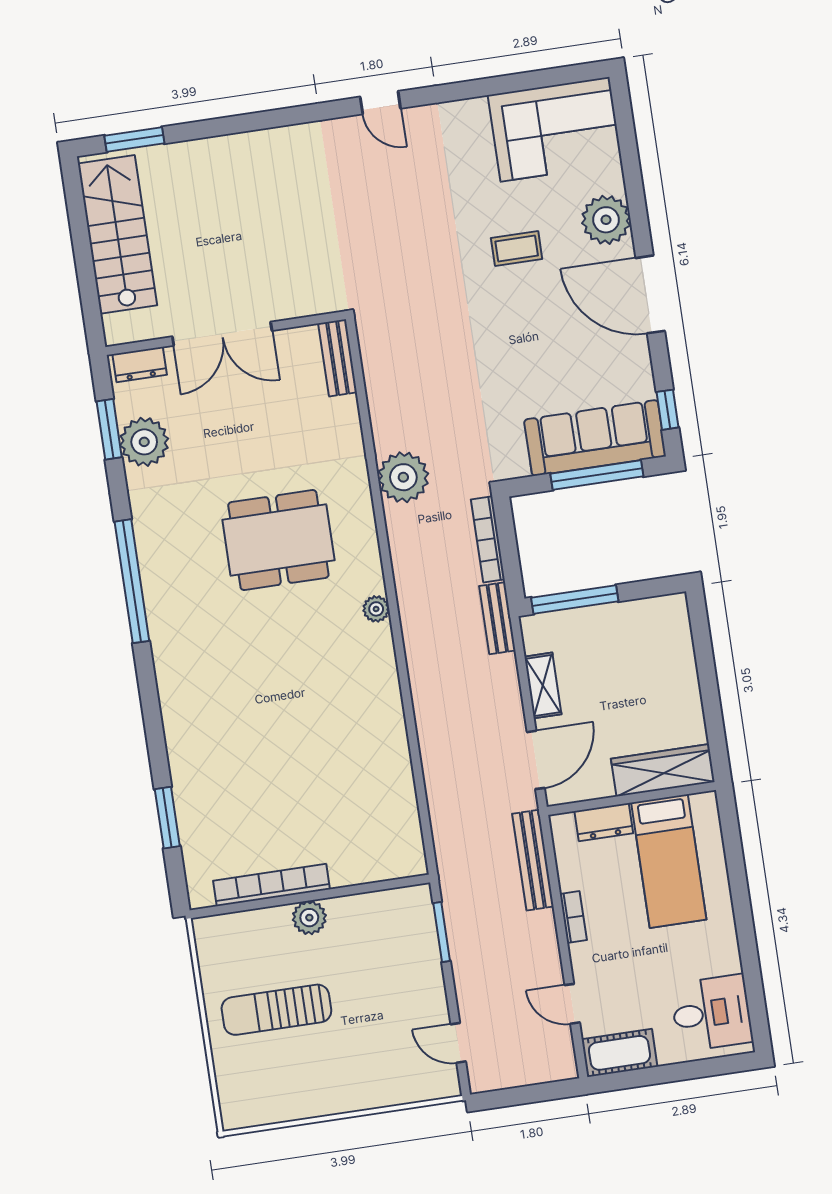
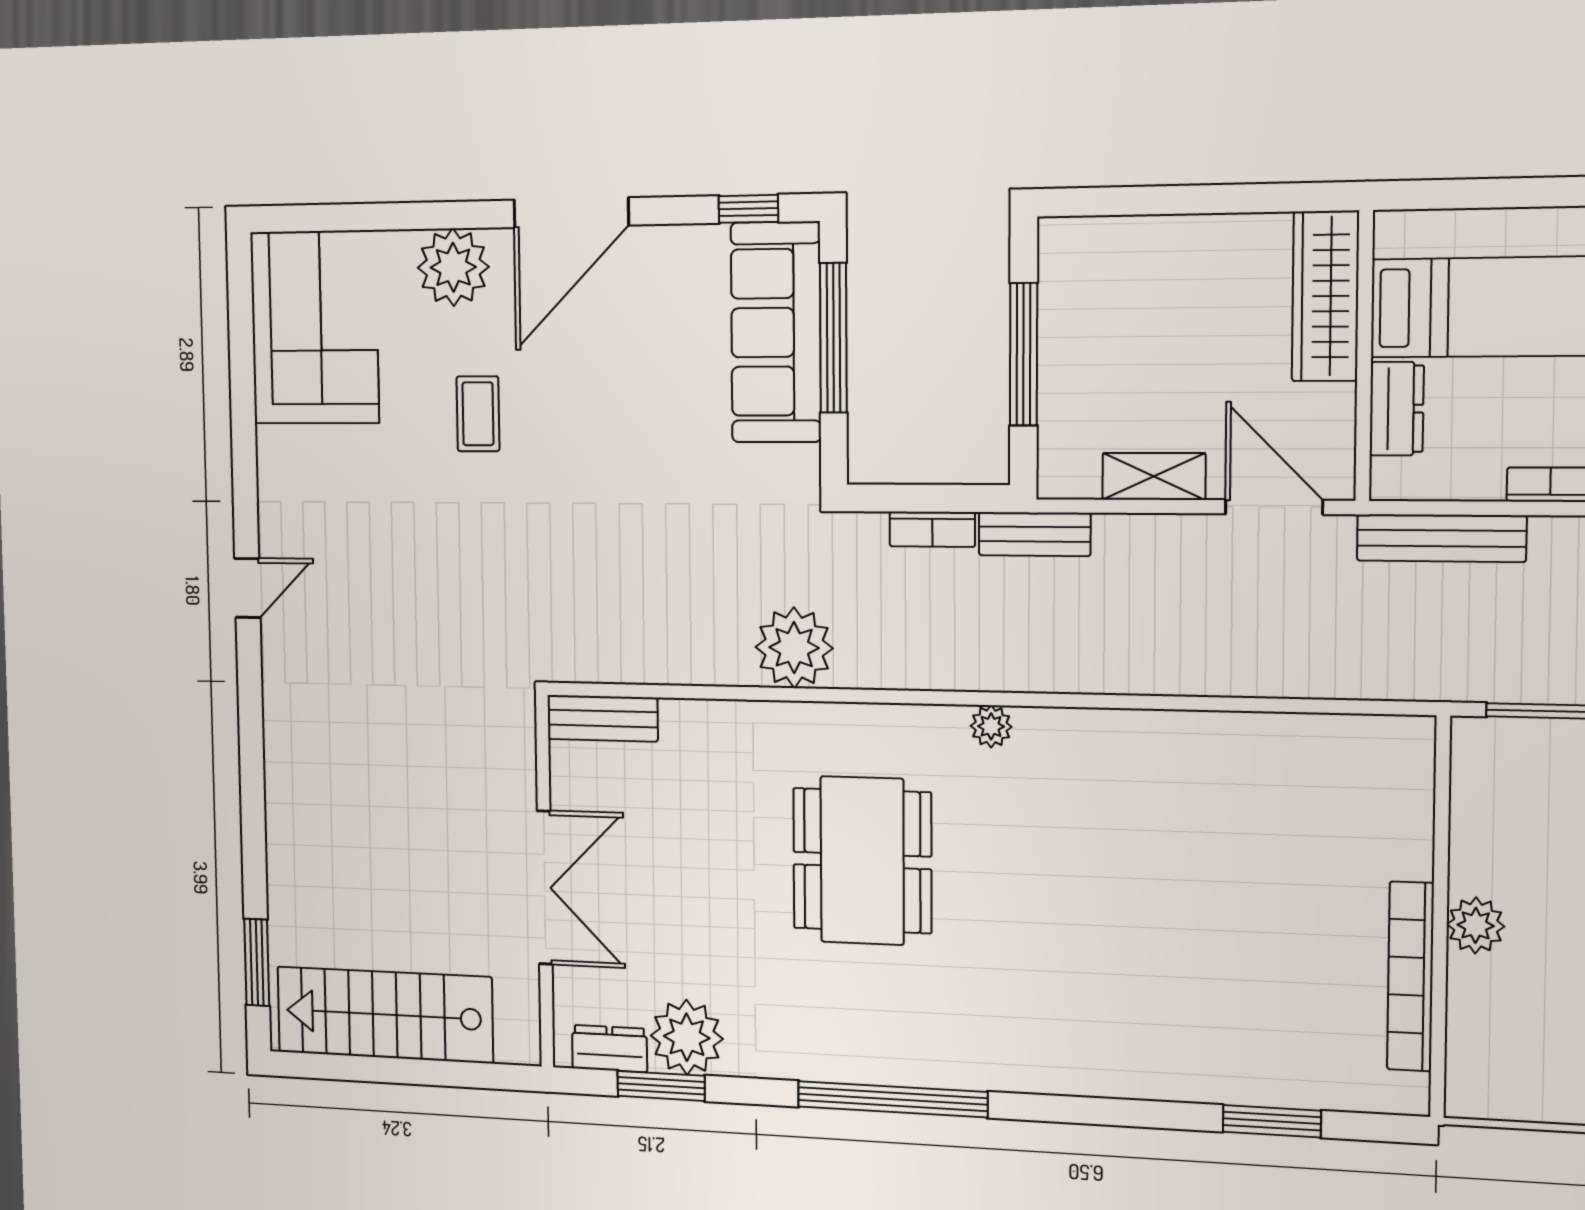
dresser: (140, 364) -> (610, 1049), moved, turned -90
bookcase: (488, 539) -> (932, 529), width x0.64
window: (575, 600) -> (1024, 354), moved

